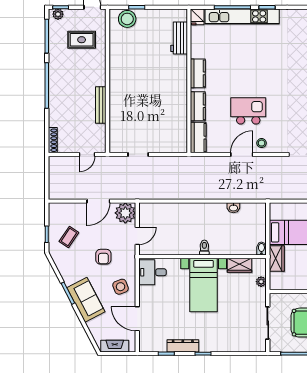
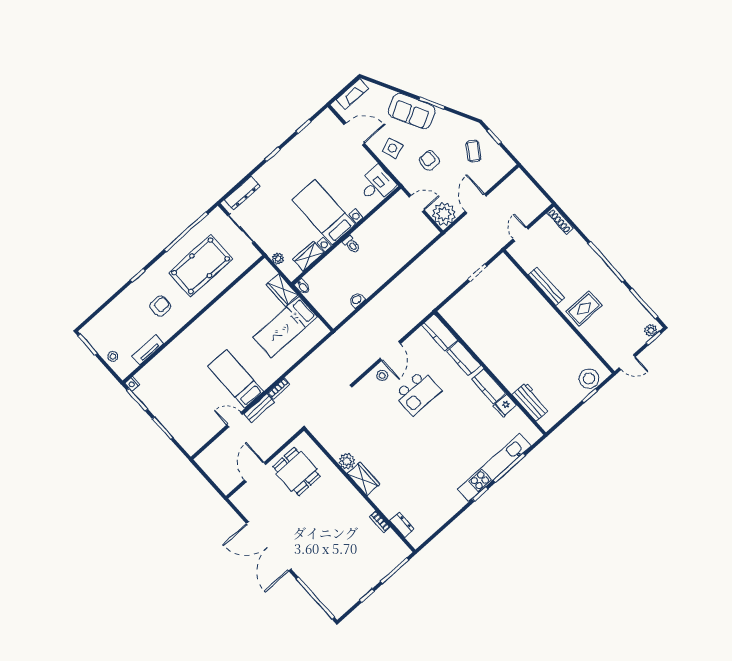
fridge: (197, 17) -> (505, 405), moved, turned -90
rug: (82, 40) -> (584, 309), moved
door: (137, 236) -> (417, 204), swing flipped
dresser: (183, 346) -> (242, 193), moved

